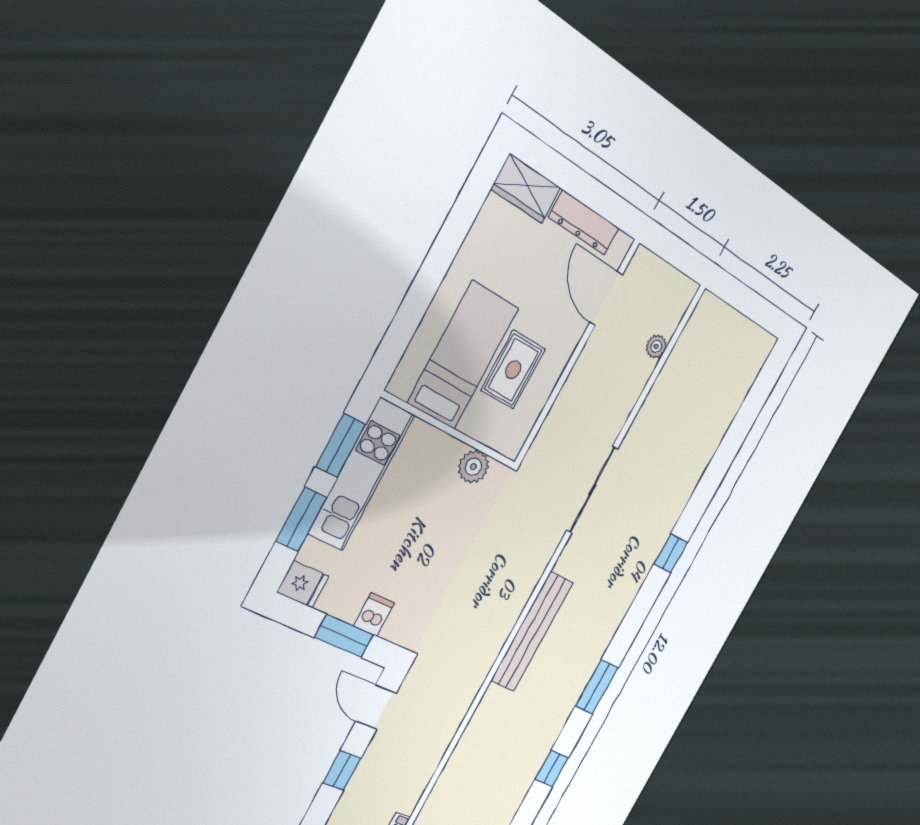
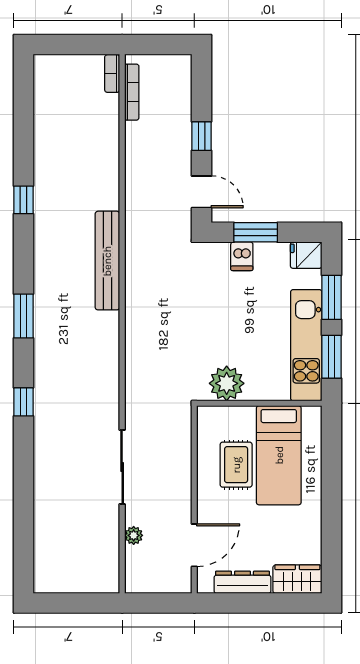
door: (606, 299) -> (194, 545), hinge flipped
plant: (473, 467) -> (227, 383), width x1.36, depth x1.36
sliding door: (592, 490) -> (122, 467), moved
bench: (532, 632) -> (107, 261), moved
window: (597, 687) -> (23, 316), moved

